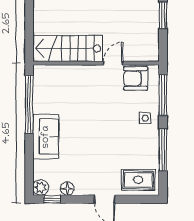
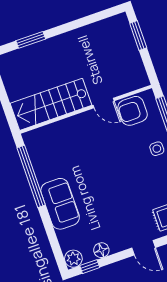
door: (113, 63) -> (104, 103), swing flipped

